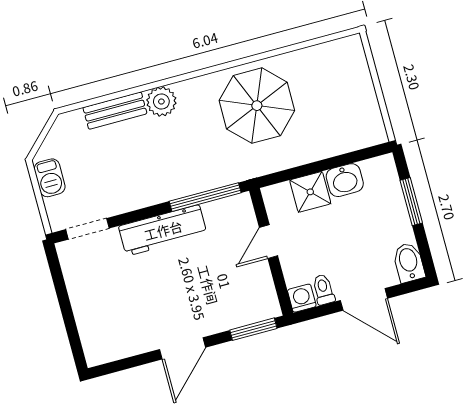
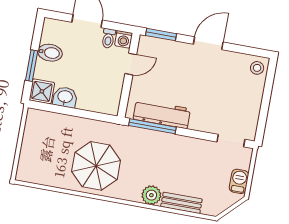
shower: (310, 192) -> (42, 91), moved
workbench: (163, 230) -> (162, 114), moved
door: (269, 242) -> (131, 64), moved
bidet: (409, 262) -> (50, 53), moved, turned -90
stool: (99, 346) -> (257, 68), added

